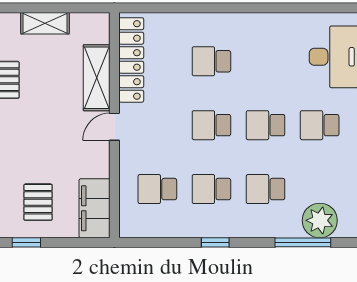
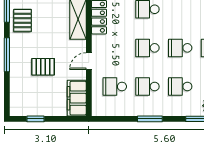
door: (114, 127) -> (89, 61), moved
pallet: (38, 202) -> (43, 67), moved, turned 90
window: (215, 242) -> (150, 119), width x1.50

